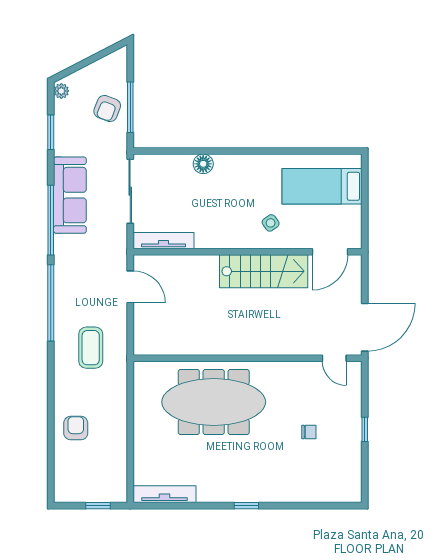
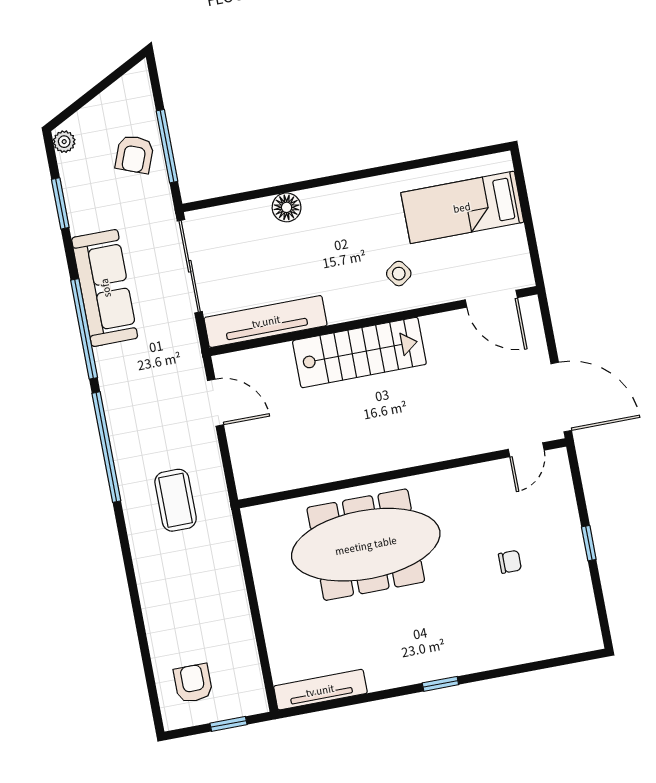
tv unit: (163, 241) -> (266, 321), width x1.36, depth x1.29
door: (330, 252) -> (491, 299), hinge flipped
stairs: (264, 271) -> (359, 352), moved
door: (365, 327) -> (561, 397), hinge flipped
door: (334, 358) -> (526, 450), hinge flipped
armchair: (76, 428) -> (193, 683), moved

